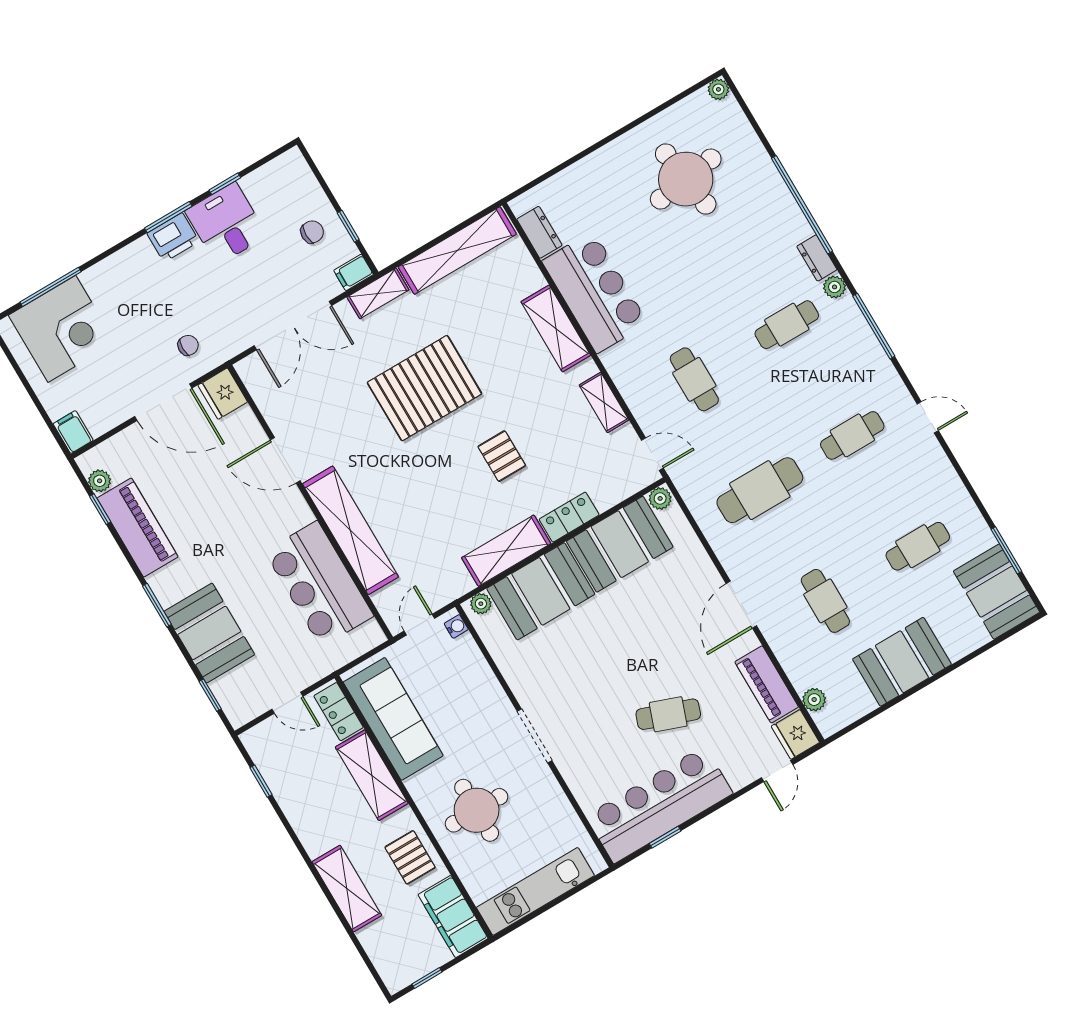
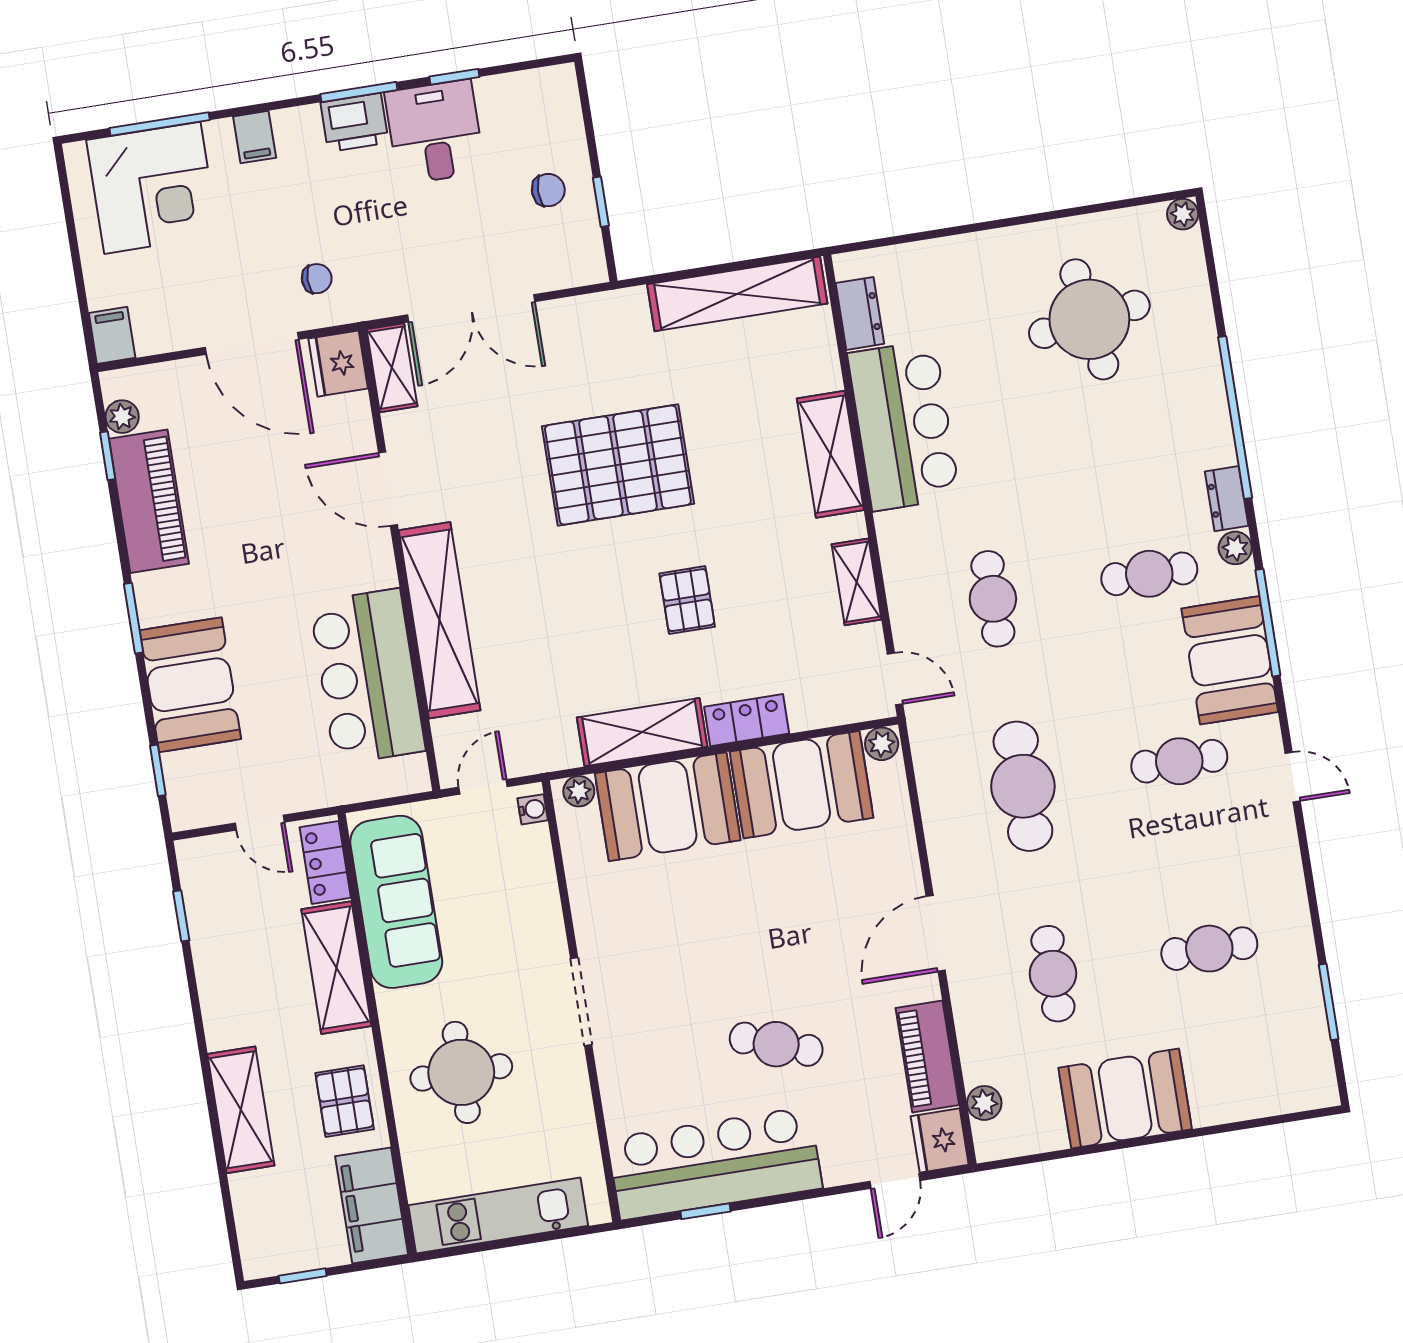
filing cabinet: (354, 272) -> (255, 137), moved, turned -90
shelving: (378, 293) -> (392, 368), moved, turned 90
cafe table: (760, 490) -> (1023, 786), turned 90
booth: (996, 592) -> (1230, 660), moved

